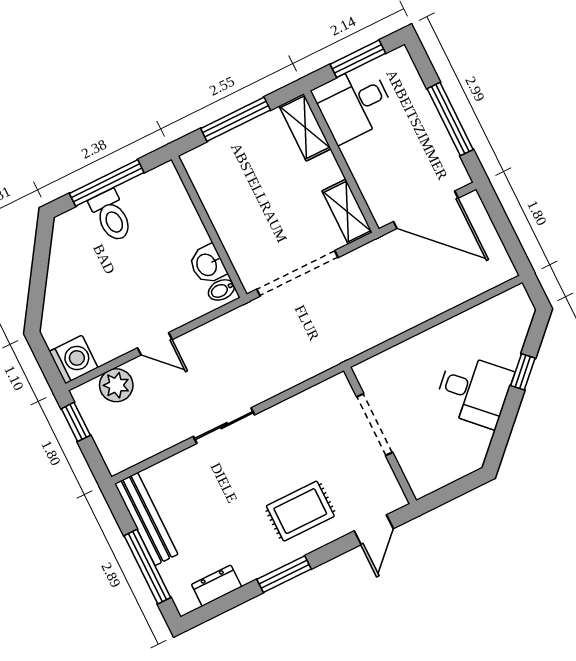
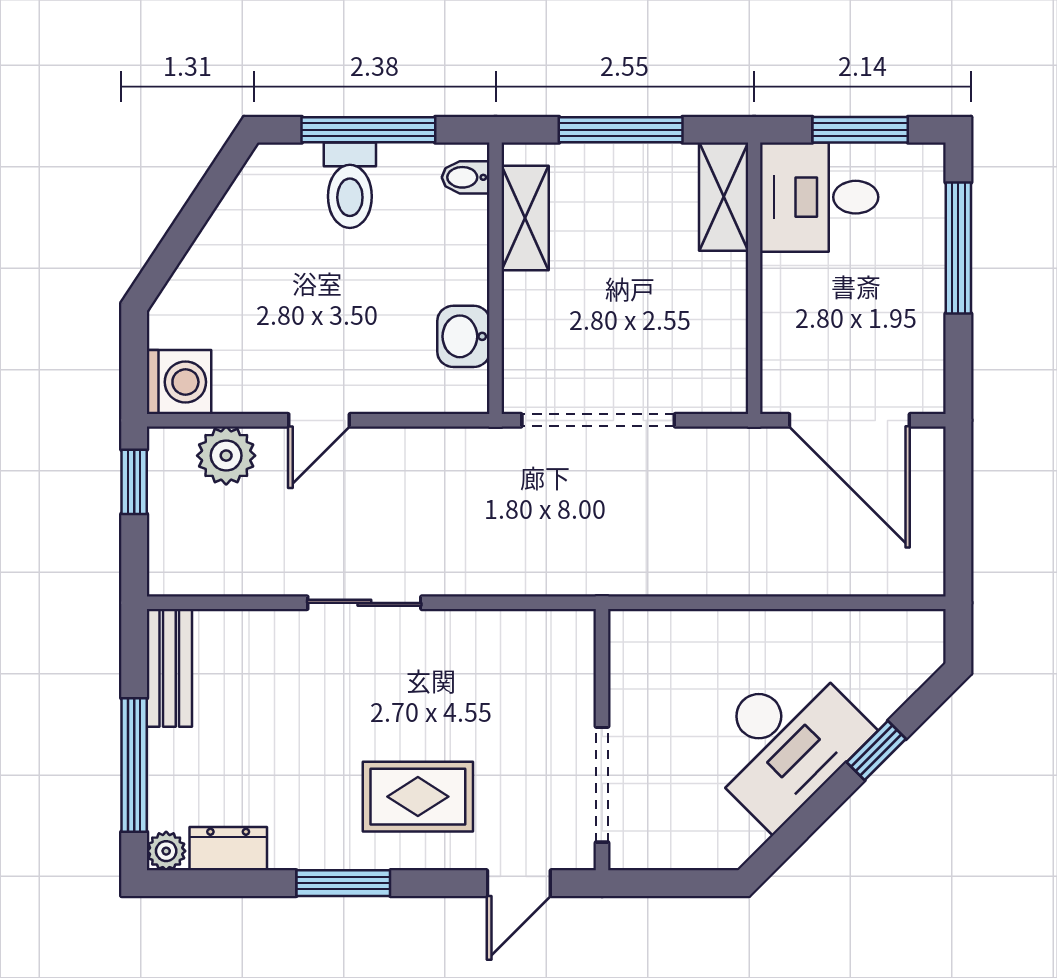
window: (450, 119) -> (958, 248), moved
shelving: (347, 212) -> (525, 218), moved
bidet: (221, 290) -> (466, 177), moved
door: (155, 344) -> (319, 420), hinge flipped
desk: (474, 391) -> (784, 742), width x1.37
doorway: (375, 424) -> (602, 785), moved
bench: (146, 519) -> (169, 668), width x0.73
plant: (185, 603) -> (166, 851), added

